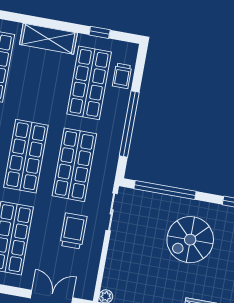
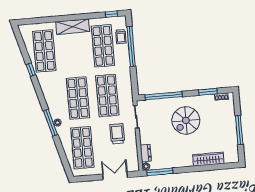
window: (100, 32) -> (111, 14), moved
window: (129, 124) -> (131, 46), moved
dresser: (111, 275) -> (146, 153), added

